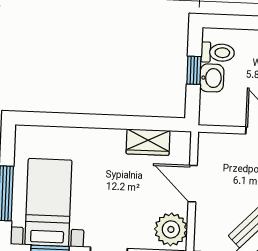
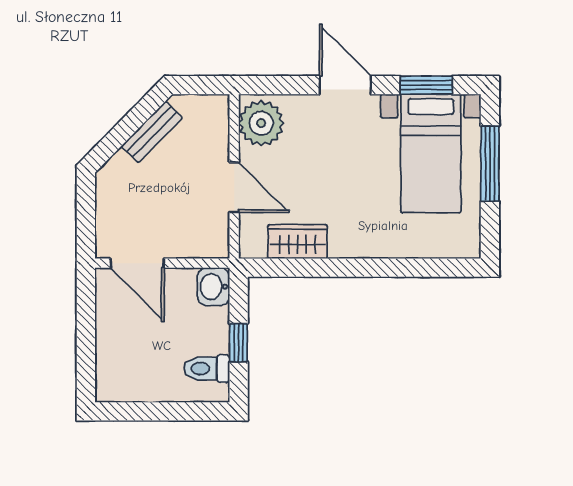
washbasin: (212, 78) -> (213, 287), moved

